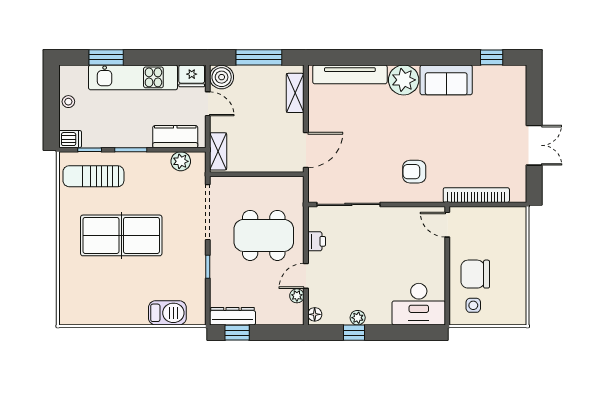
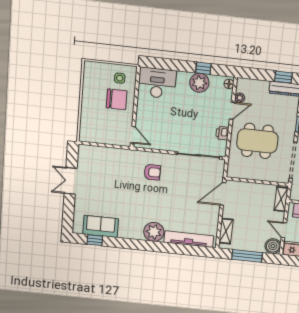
sofa: (446, 80) -> (101, 226), moved
bookcase: (476, 195) -> (112, 152), removed
plant: (358, 318) -> (199, 83), width x1.87, depth x1.87

